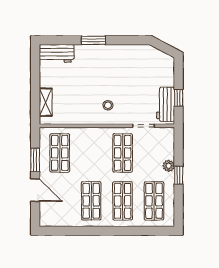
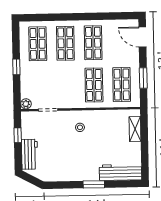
workbench: (57, 53) -> (120, 172), width x1.38
workbench: (166, 104) -> (30, 154), moved
shop shelf: (123, 153) -> (94, 85), moved
plant: (169, 166) -> (26, 104), moved
door: (35, 190) -> (142, 37), moved

